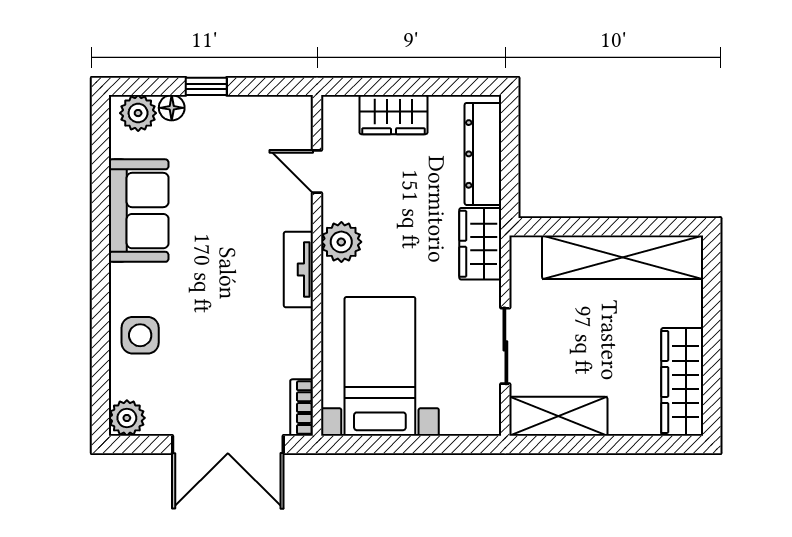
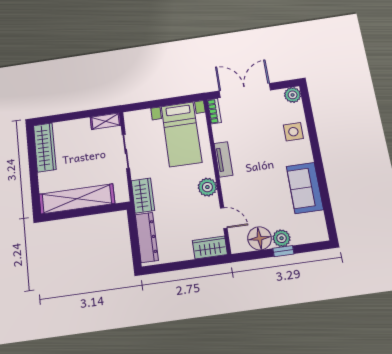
floor lamp: (172, 108) -> (259, 238), moved, width x1.89, depth x1.89
plant: (138, 113) -> (282, 238), moved
wardrobe: (393, 115) -> (210, 248), moved
tv unit: (298, 269) -> (223, 159), moved
shelving: (558, 416) -> (106, 121), width x0.67, depth x0.75

